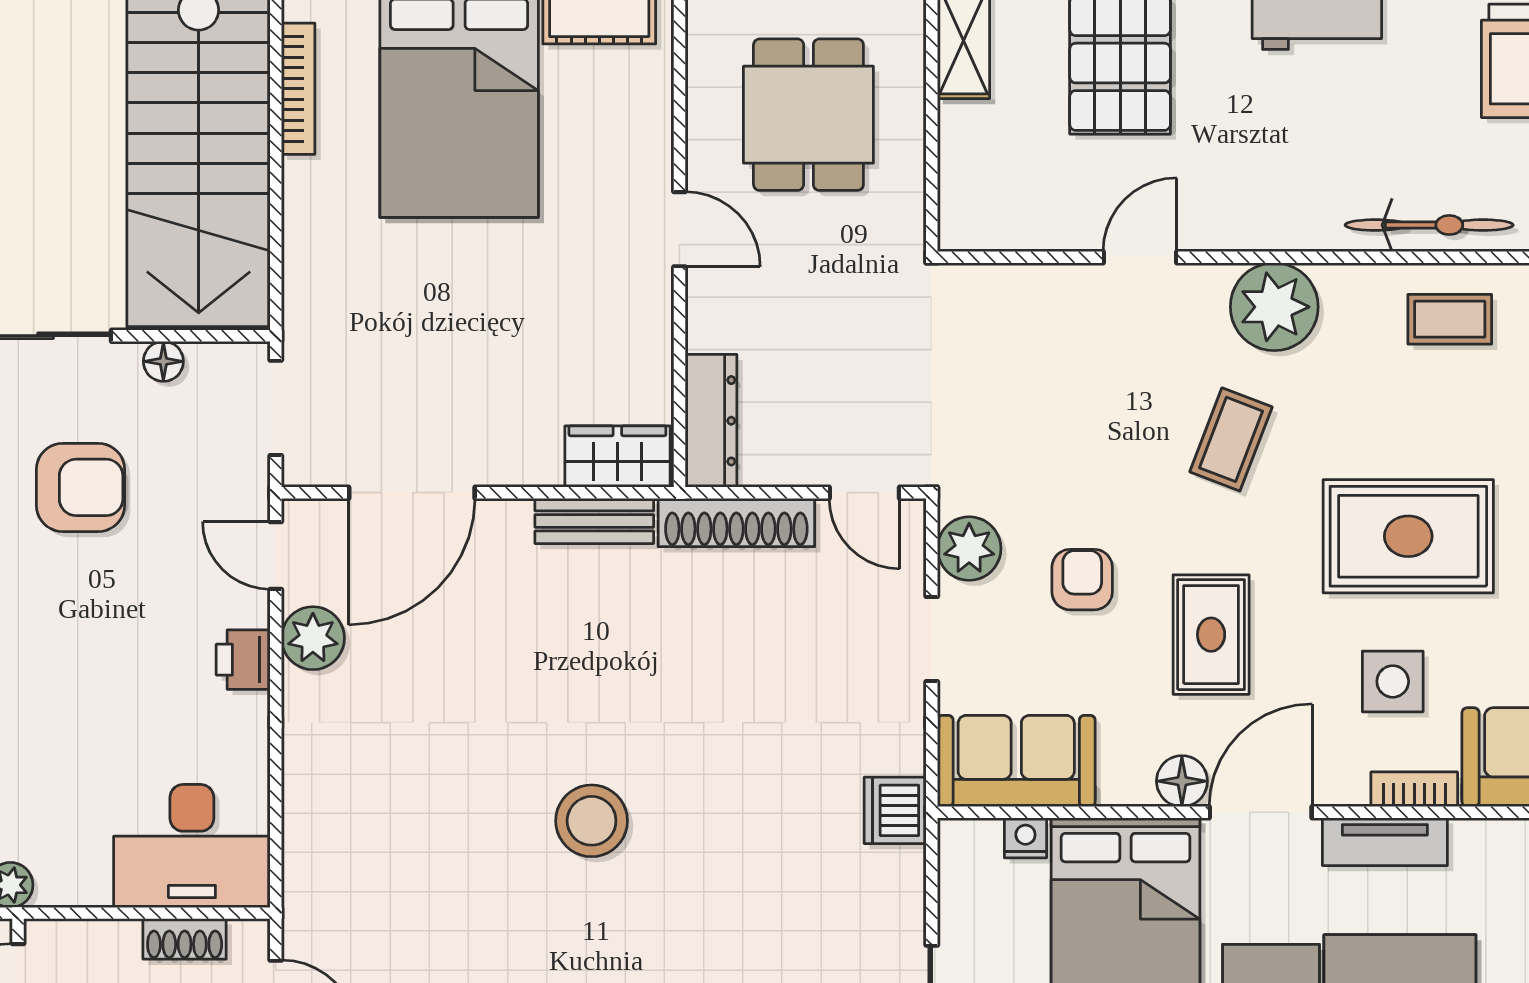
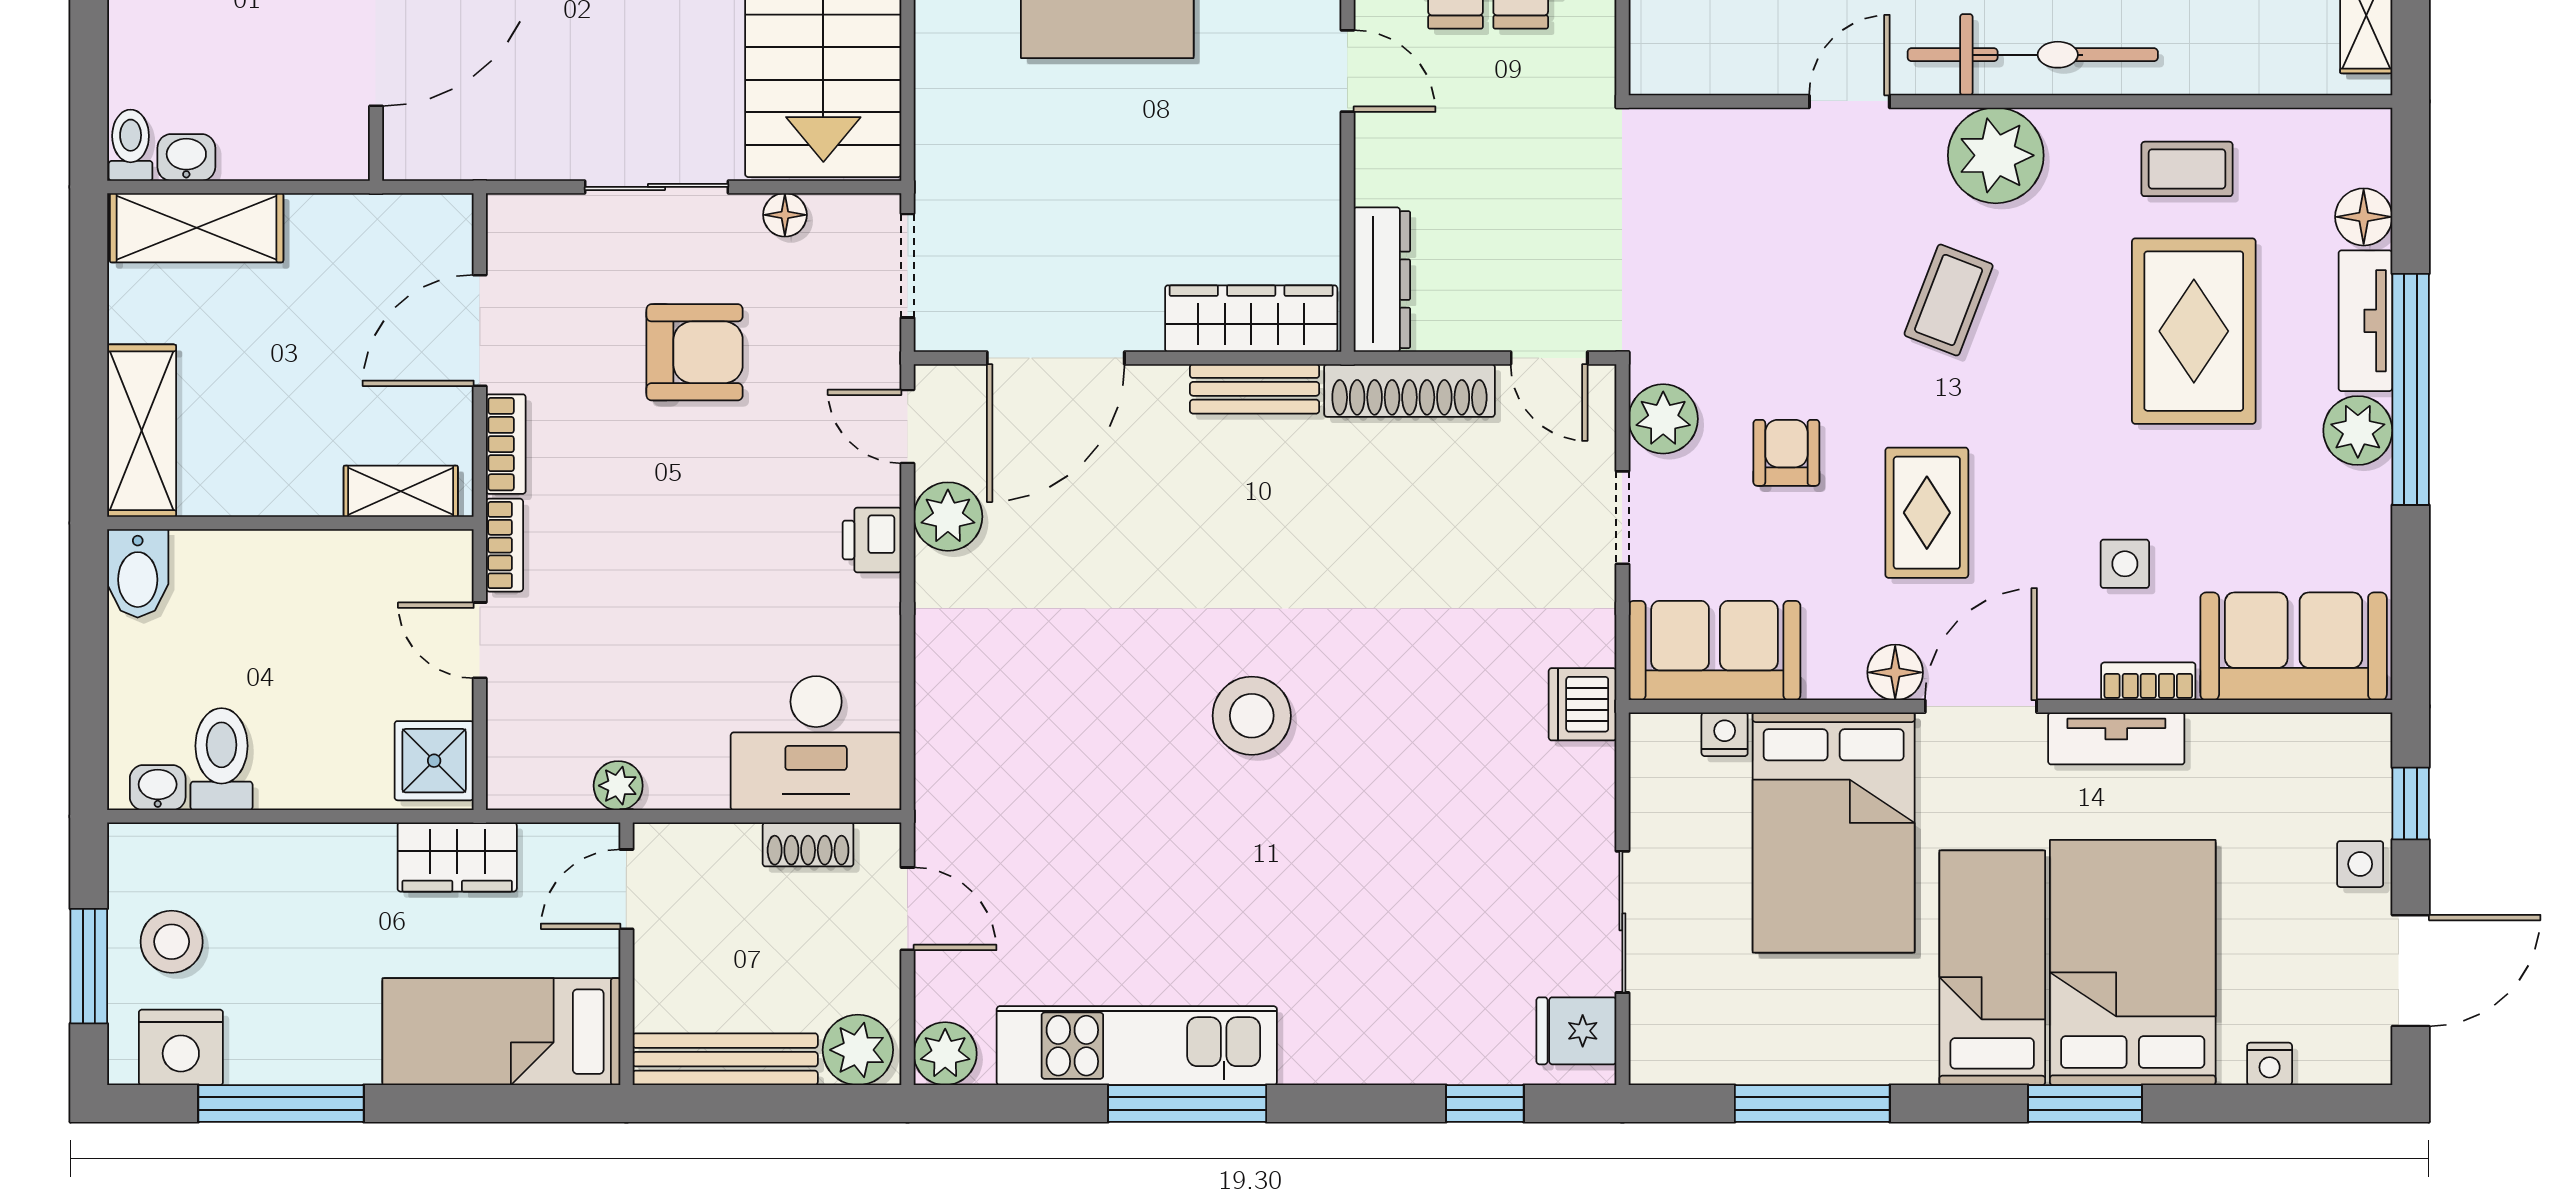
bicycle: (1429, 225) -> (2033, 55), moved, width x1.37, depth x1.40
wardrobe: (617, 457) -> (1251, 319), width x1.50
rug: (1408, 536) -> (2194, 331), moved, turned 90
side table: (1393, 681) -> (2125, 564), width x0.73, depth x0.73

